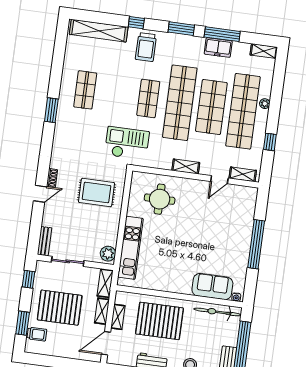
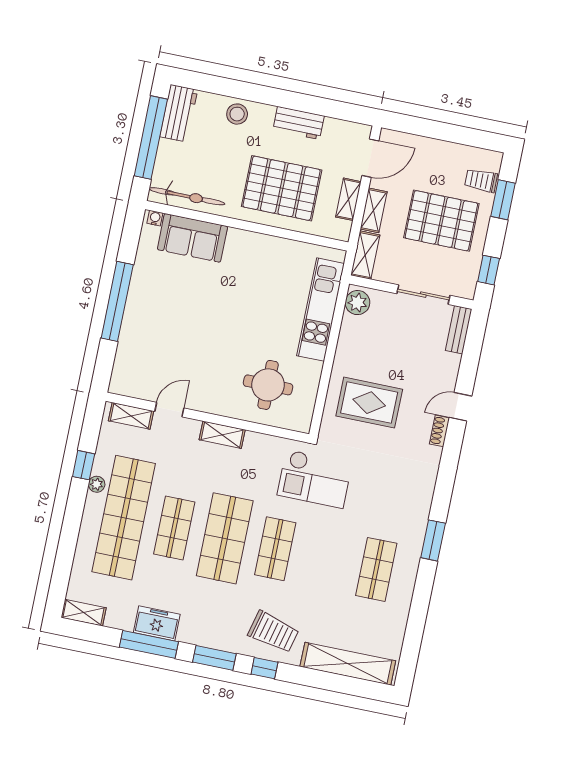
window: (136, 23) -> (264, 668), moved
trolley: (146, 47) -> (273, 632), turned 104
shop shelf: (180, 103) -> (225, 538), width x0.71
plant: (265, 104) -> (97, 484), moved
shop shelf: (211, 107) -> (174, 528), width x0.70, depth x0.74

